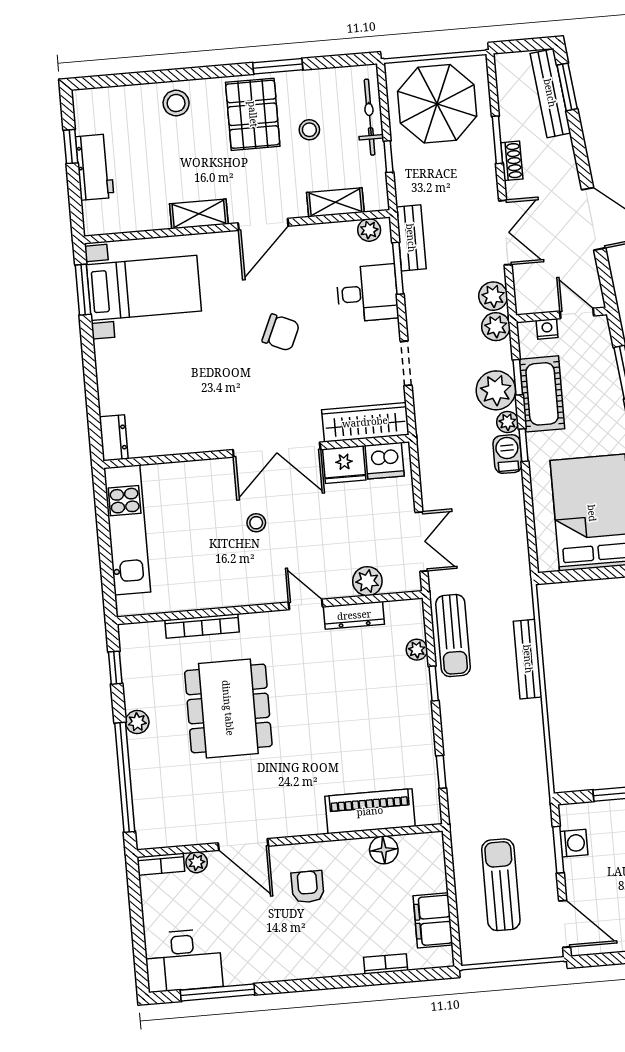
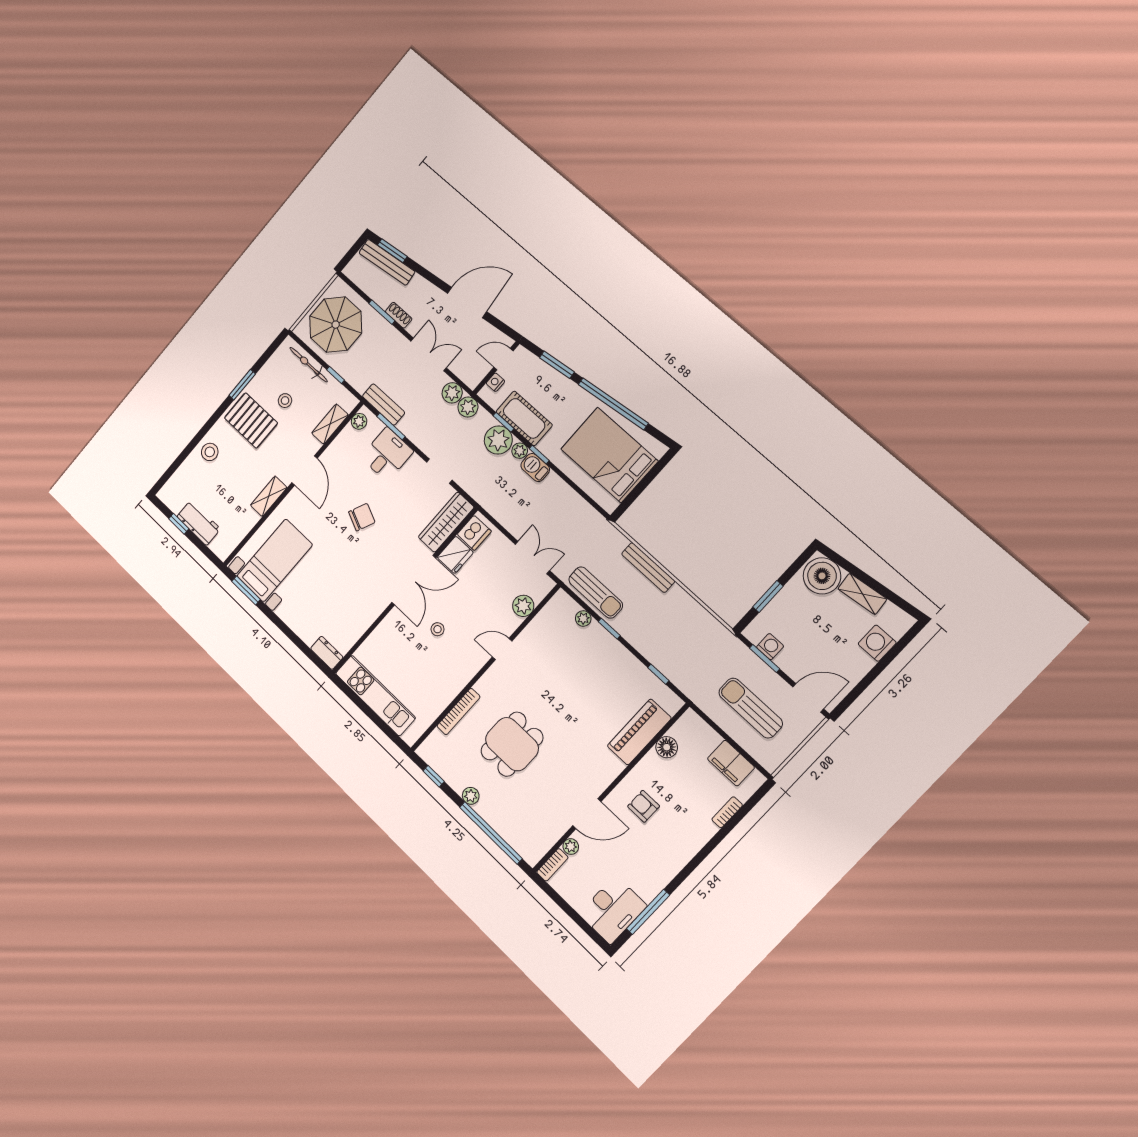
dresser: (354, 615) -> (533, 631), removed
dining table: (228, 708) -> (512, 744), width x0.73

